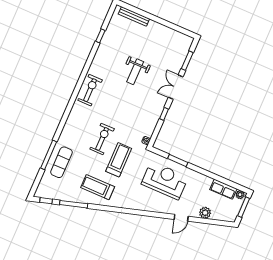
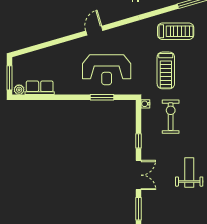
exercise bike: (102, 139) -> (171, 117), moved, turned 180
plant: (205, 213) -> (48, 54), removed
door: (181, 218) -> (94, 31), moved

